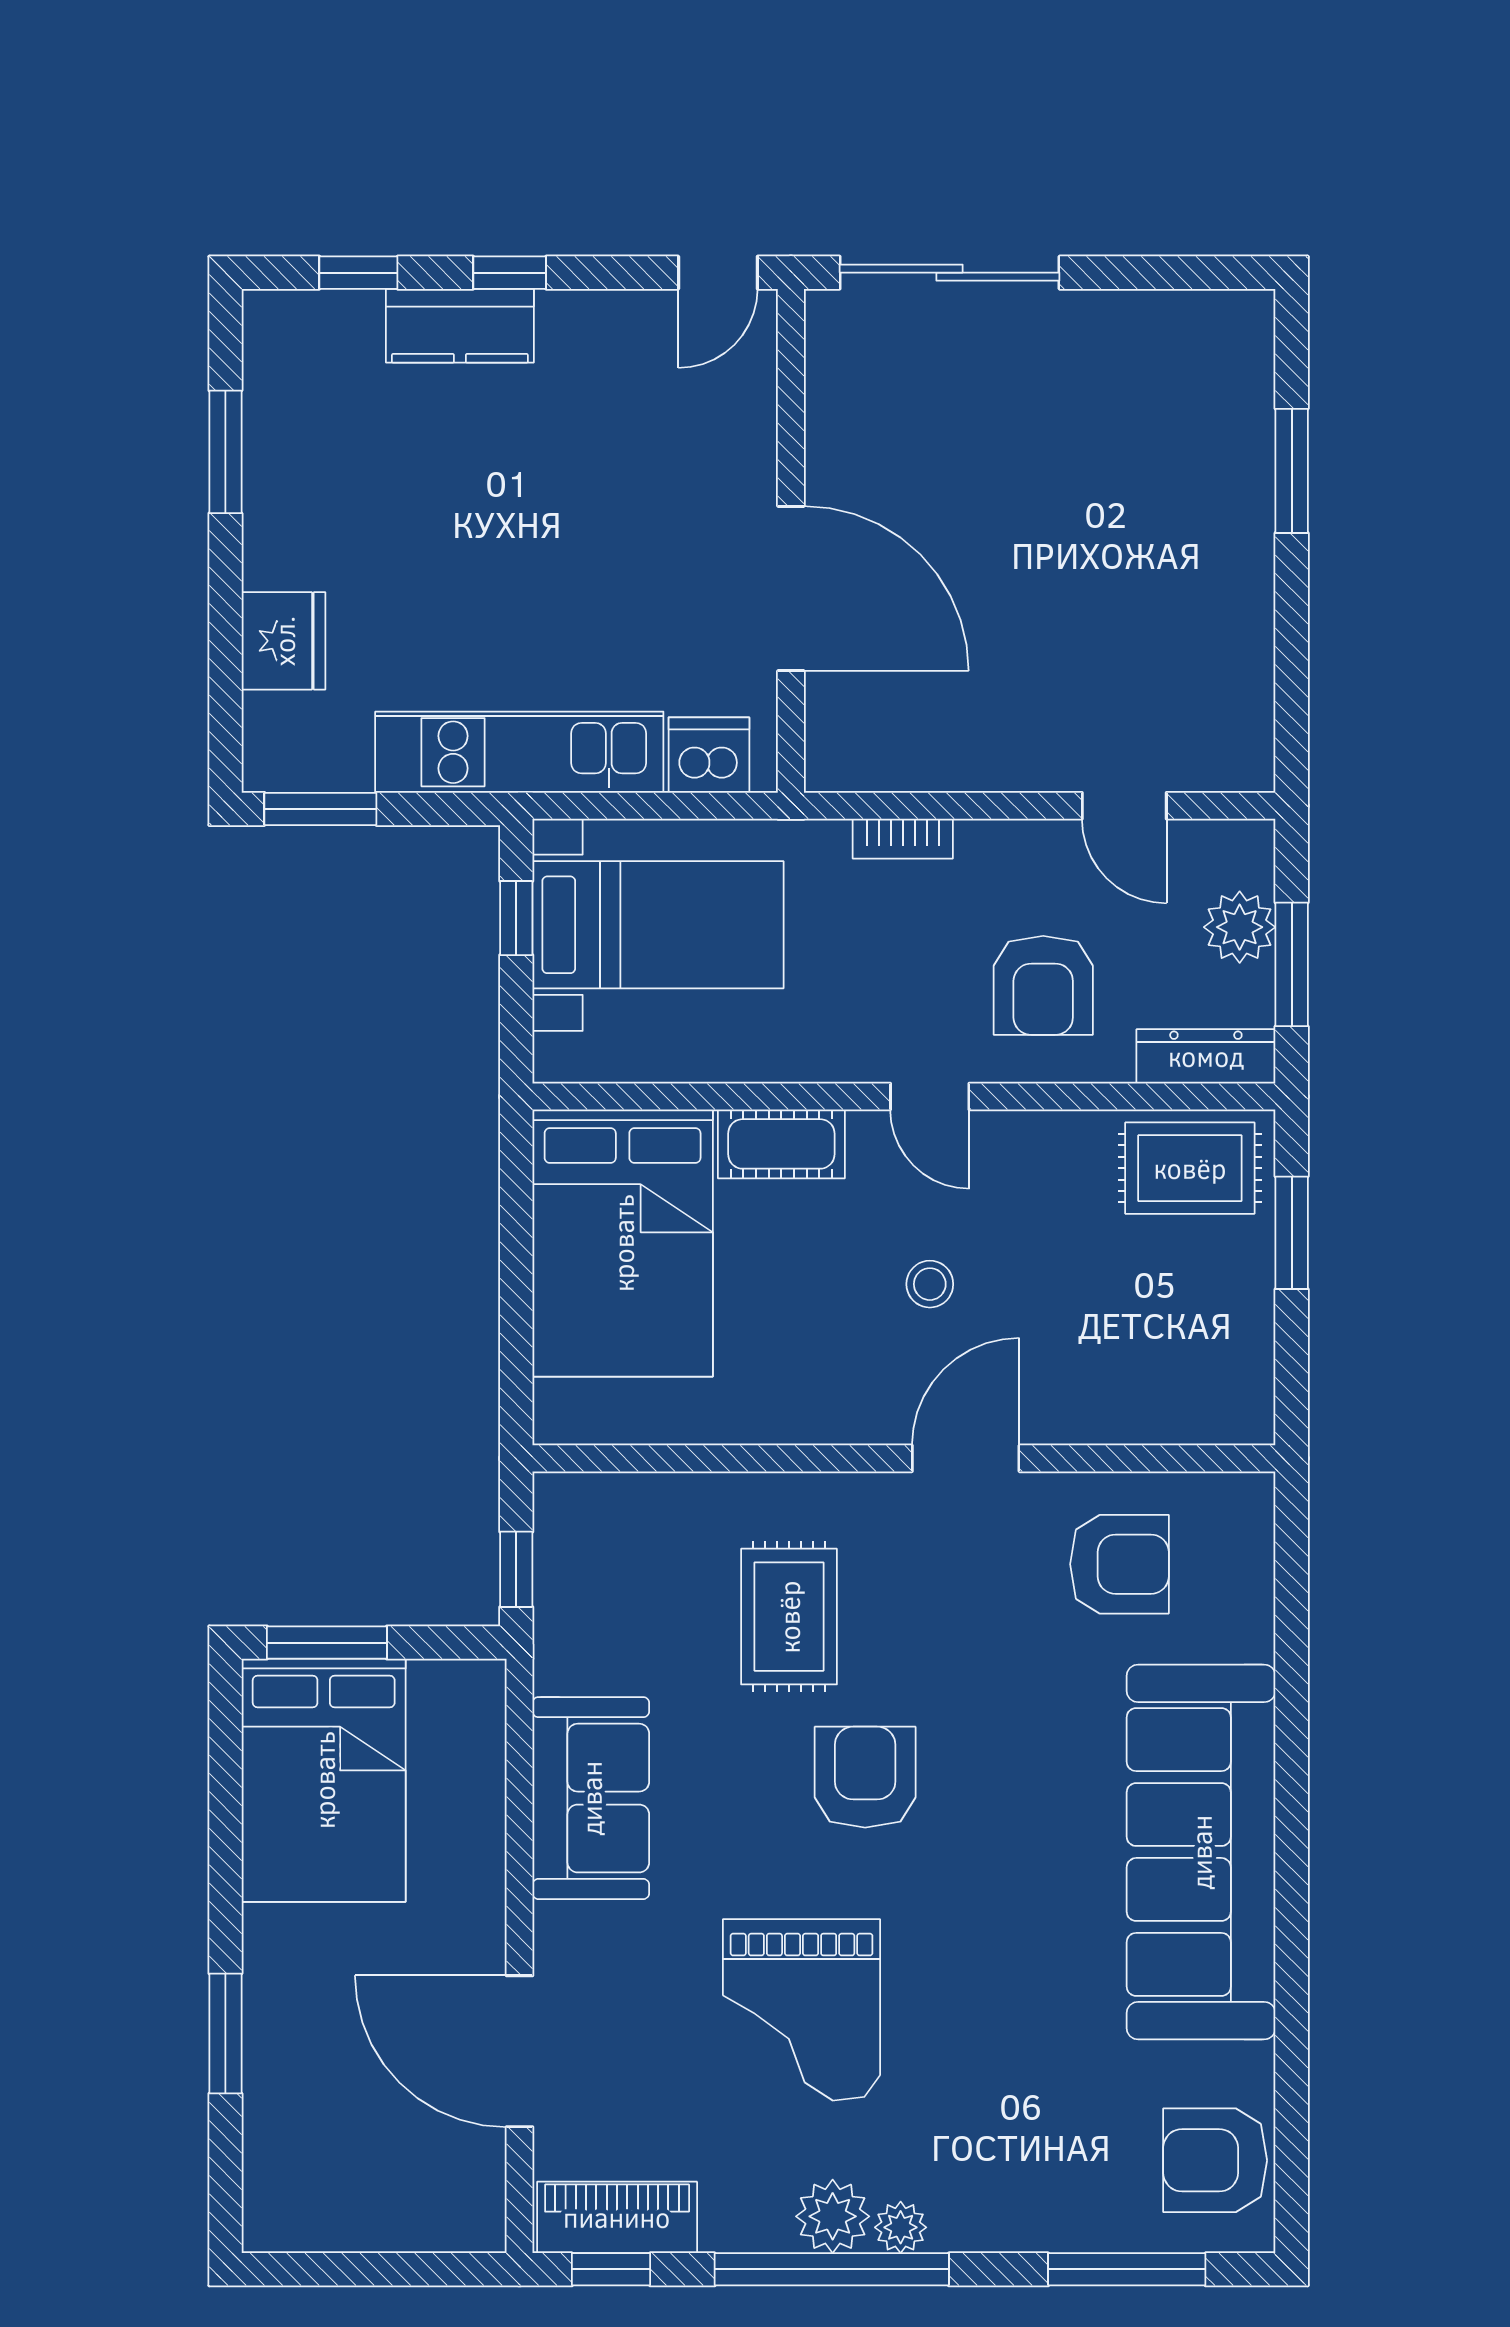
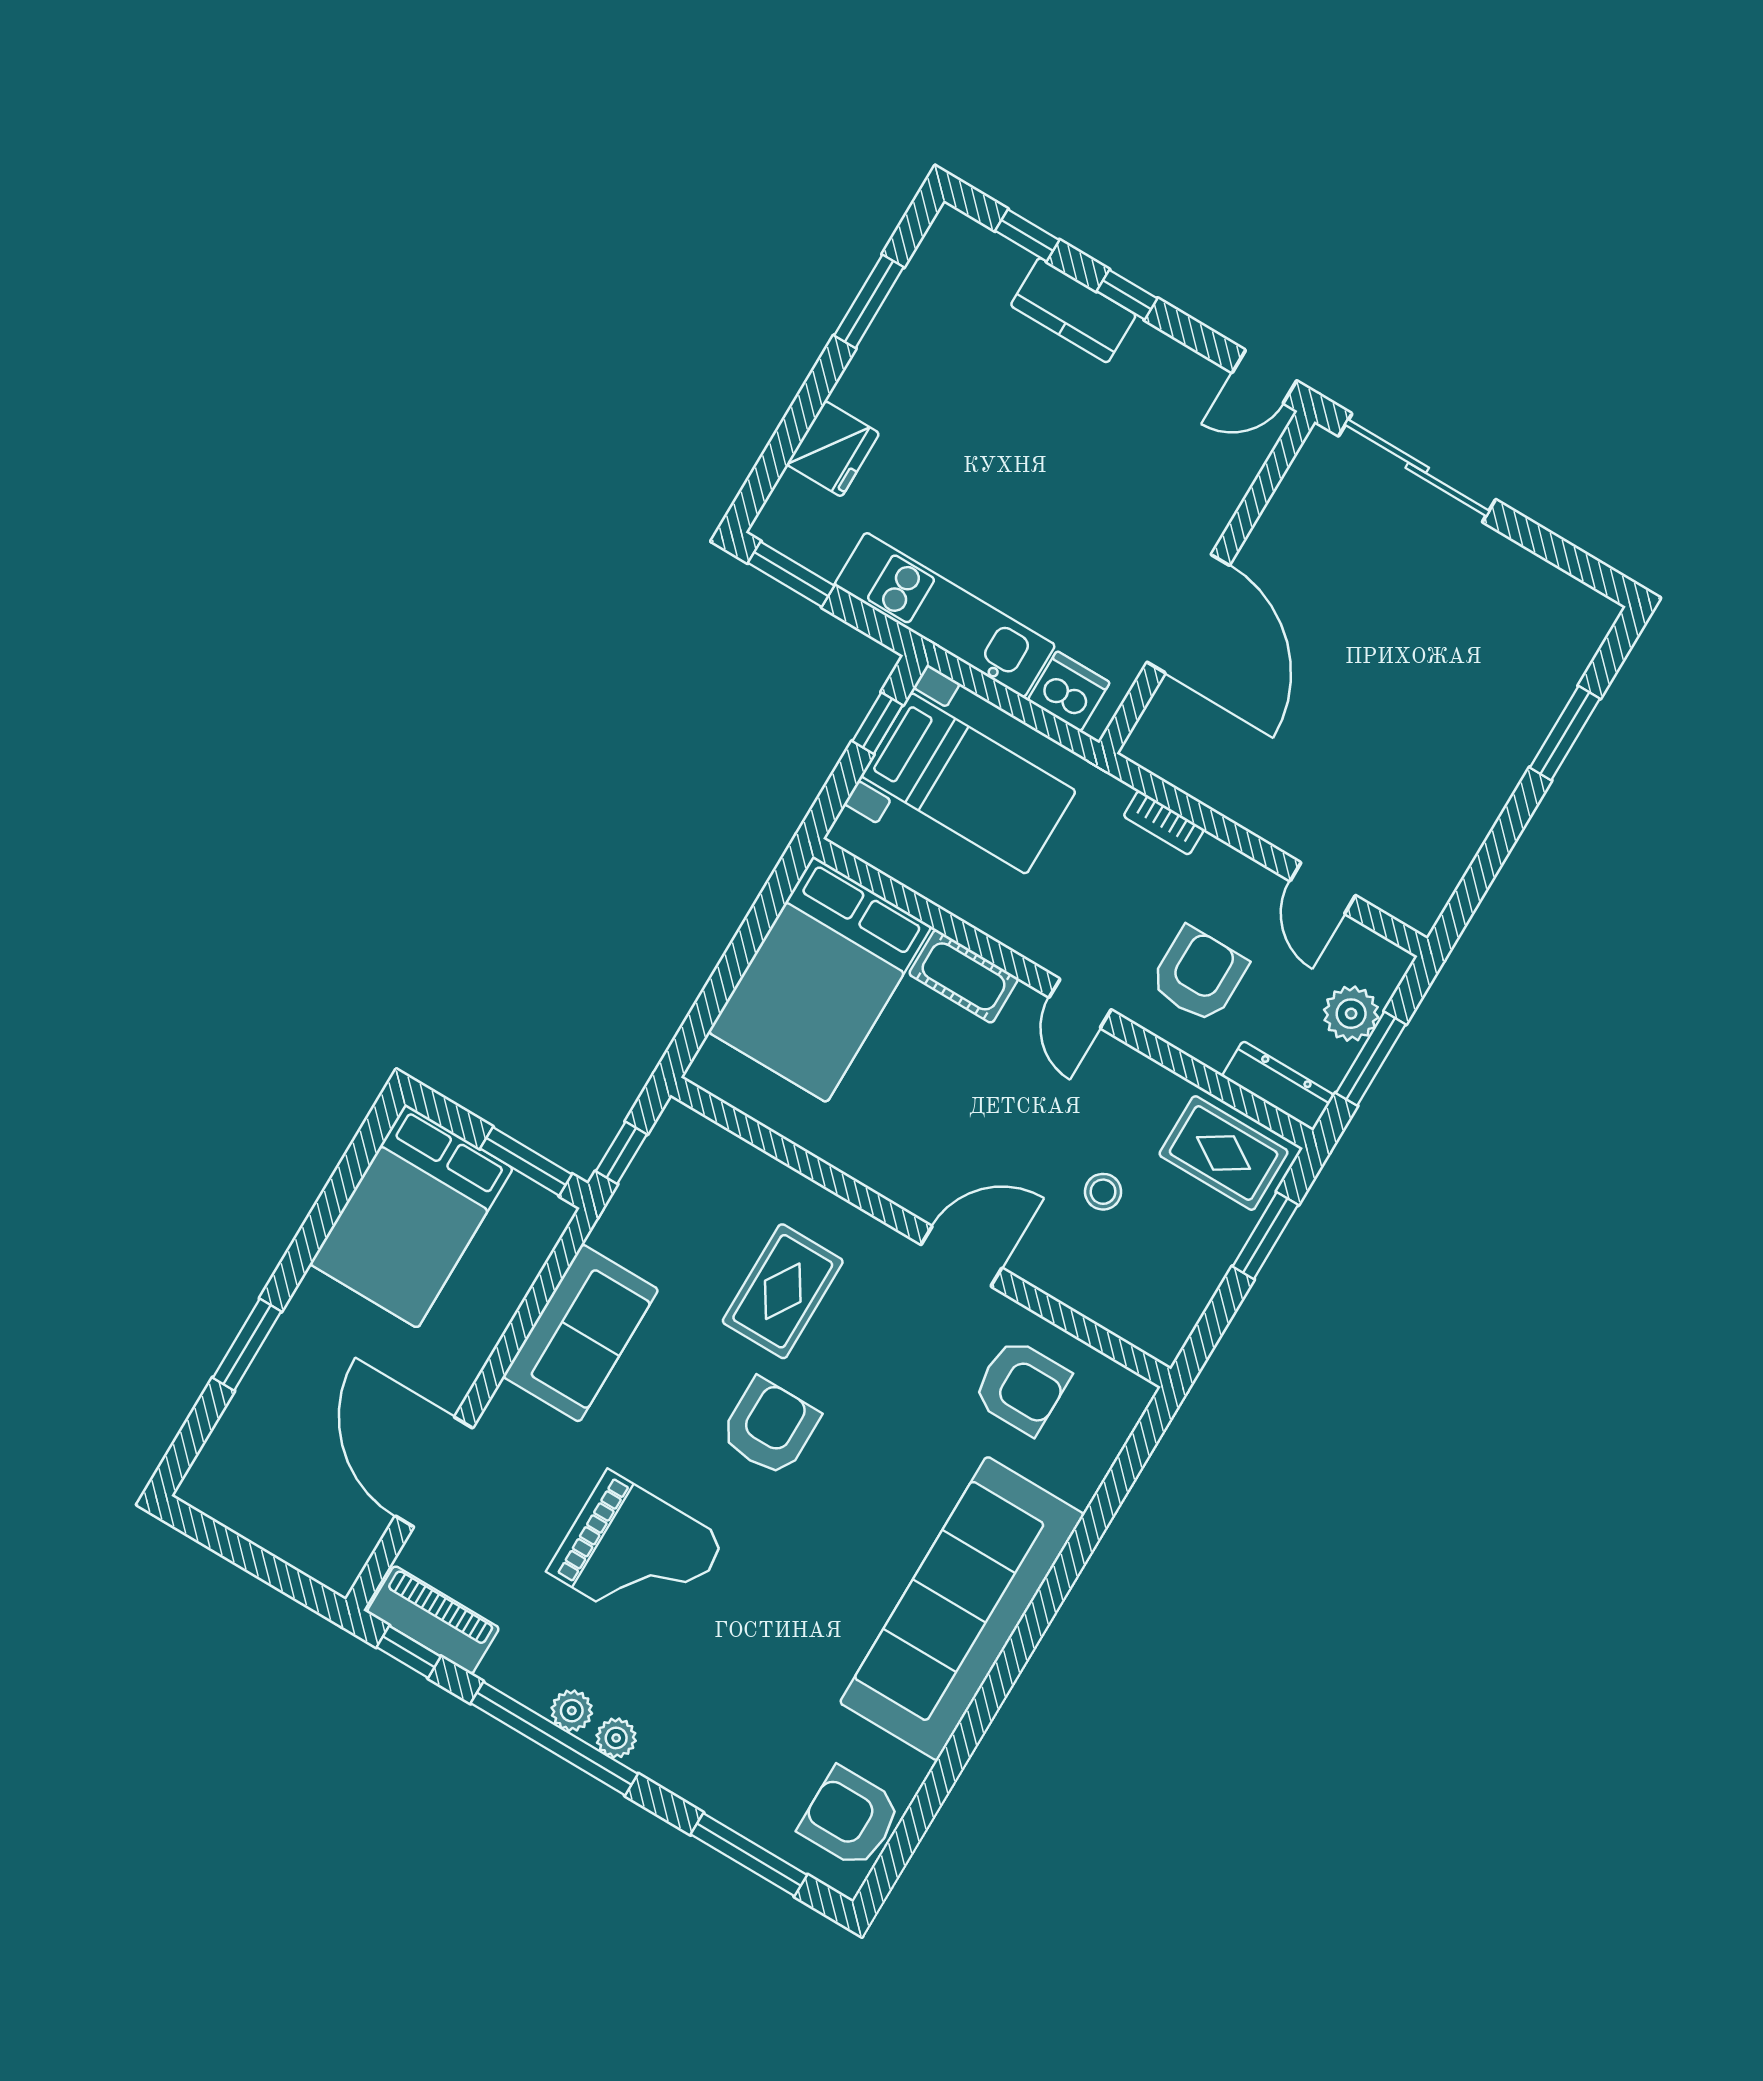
armchair: (1043, 985) -> (1199, 975), turned 180
stool: (930, 1284) -> (1103, 1192), moved
window: (327, 1643) -> (526, 1161), moved
grand piano: (802, 2010) -> (636, 1556), turned -90
plant: (833, 2216) -> (572, 1711), width x0.73, depth x0.73

